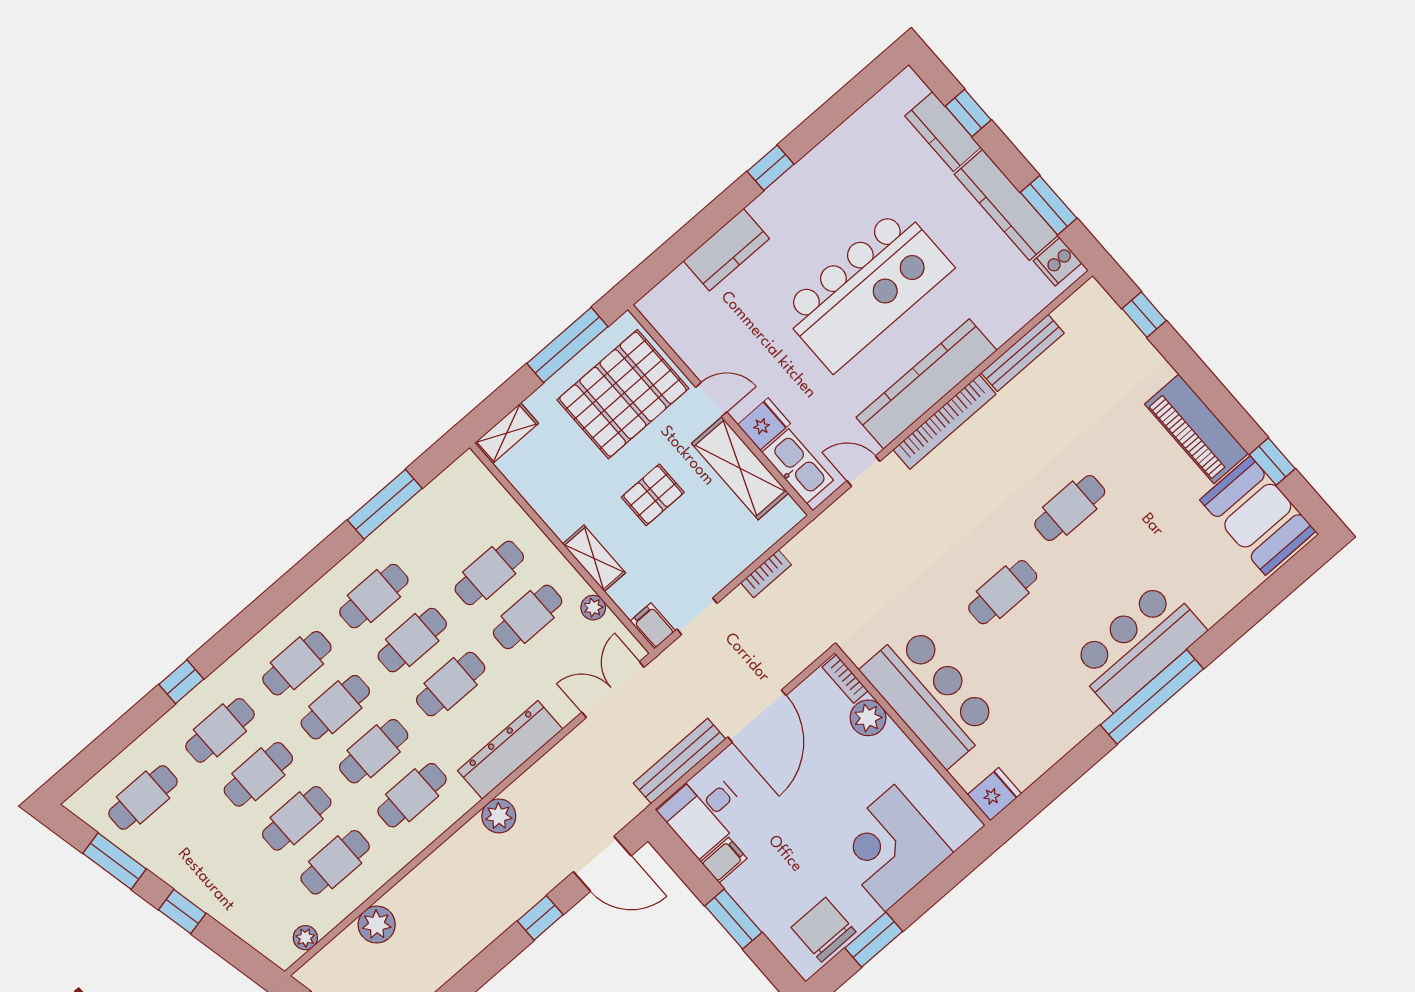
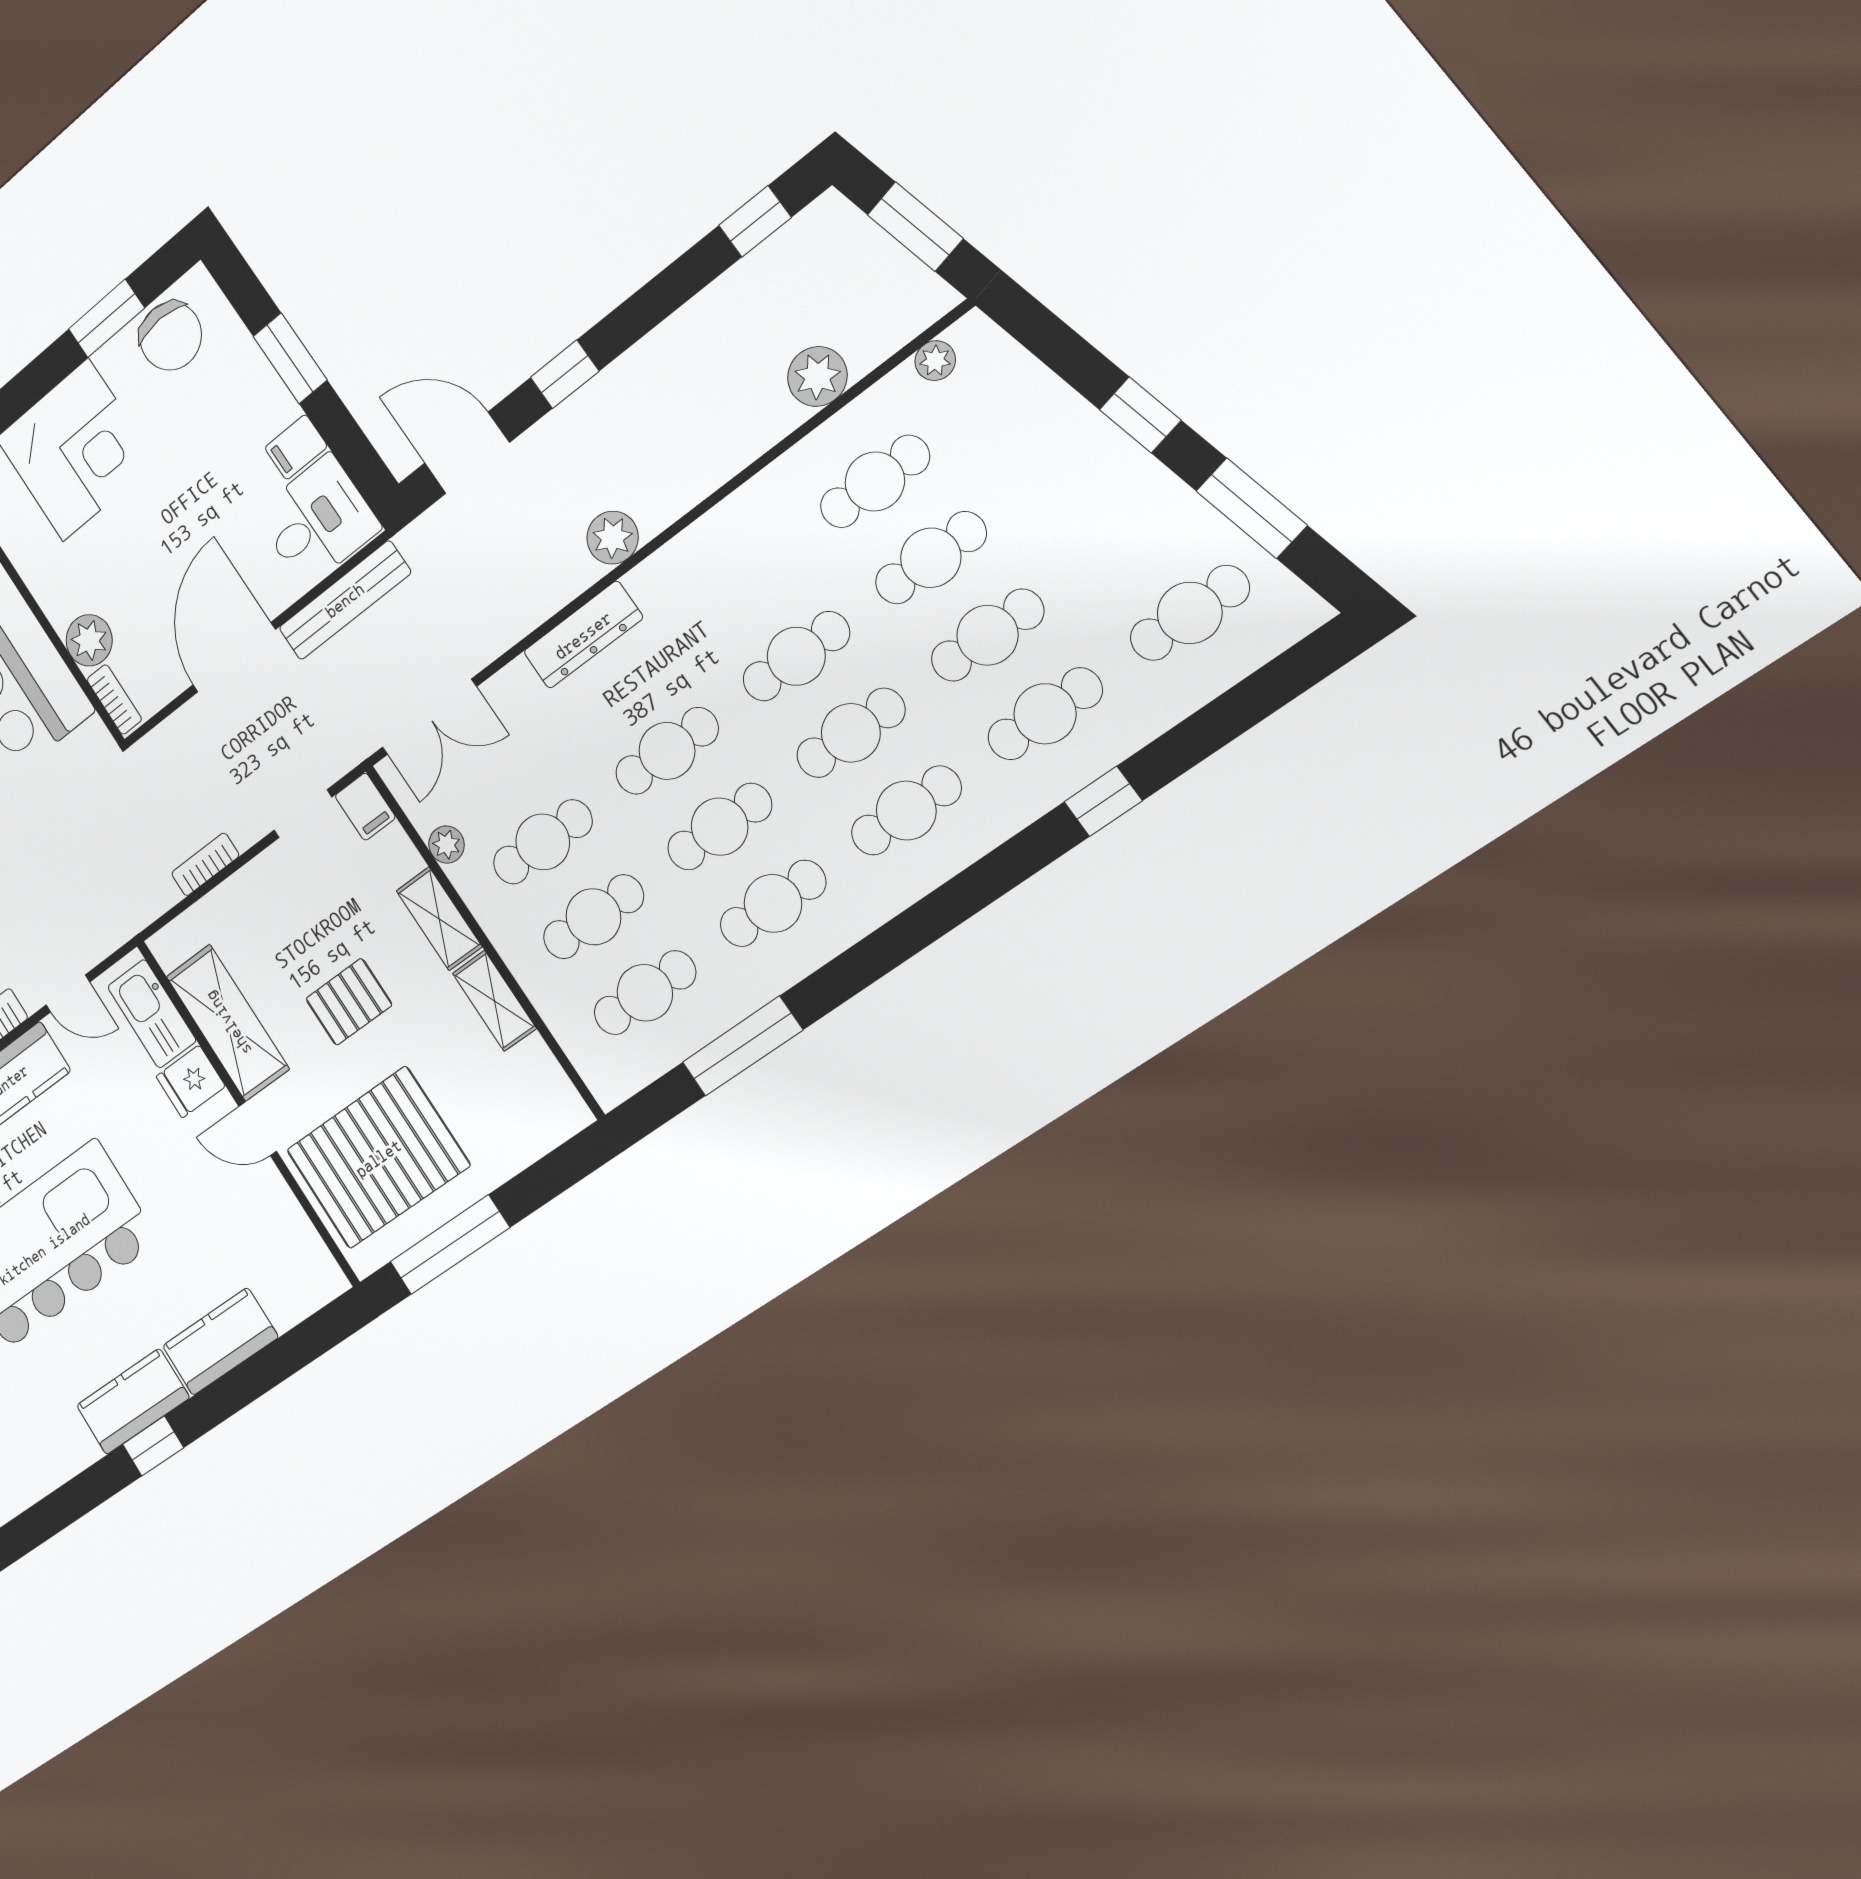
kitchen counter: (789, 195) -> (133, 1402), added
shelving: (507, 433) -> (494, 1001), moved, turned 90
dresser: (510, 750) -> (583, 635), width x0.73, depth x0.80
cafe table: (412, 795) -> (645, 993), moved

